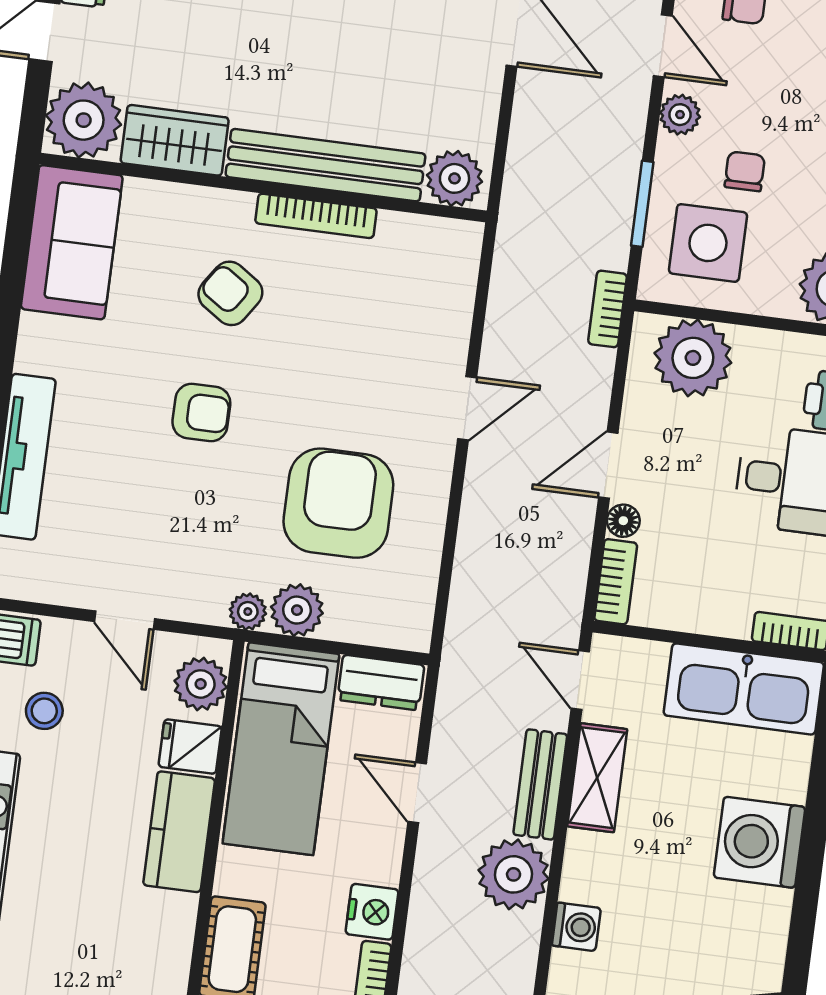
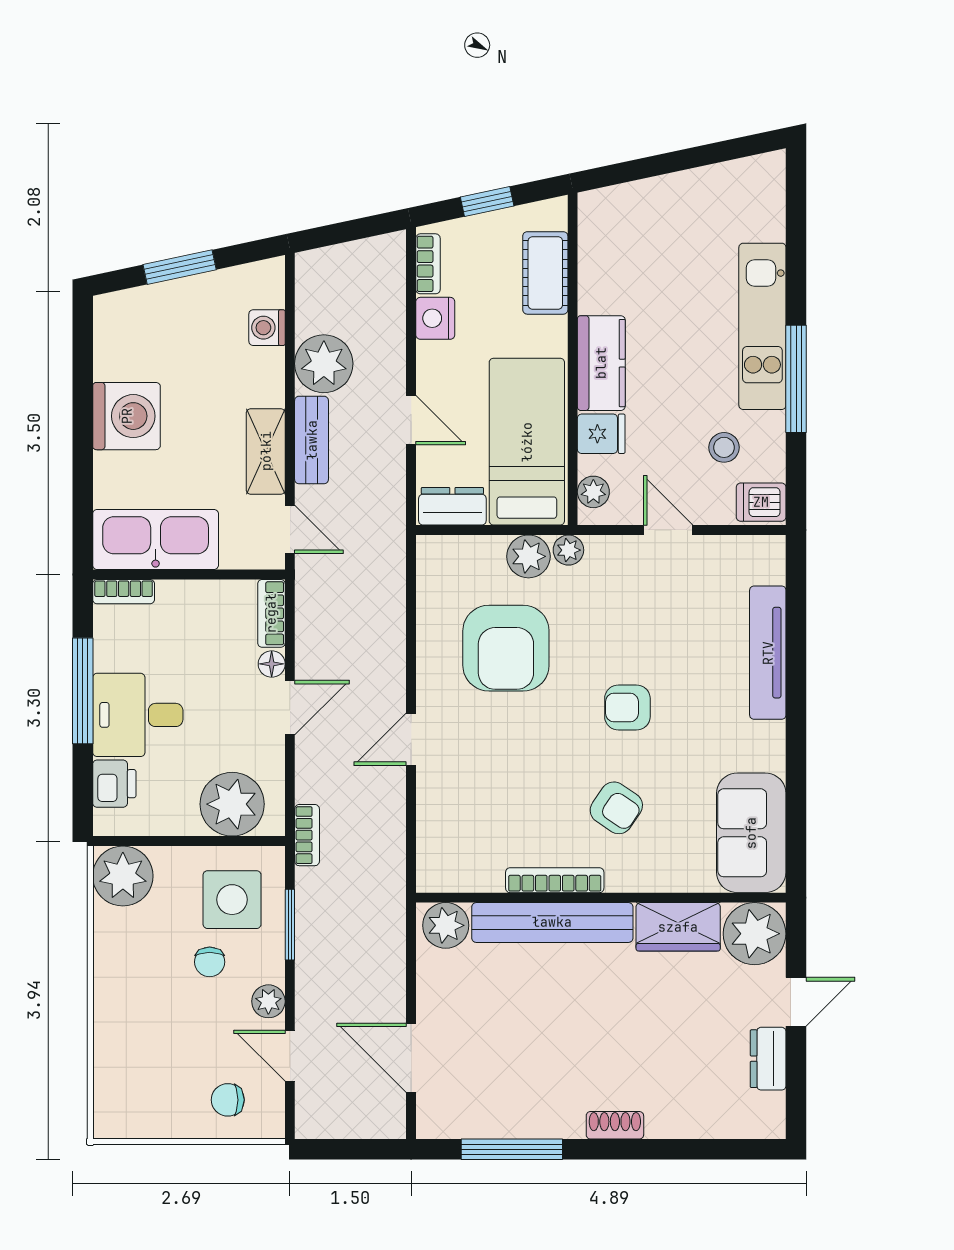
plant: (201, 684) -> (593, 492), width x0.73, depth x0.73

